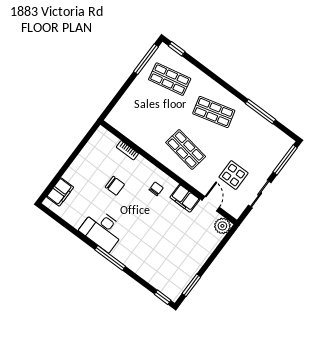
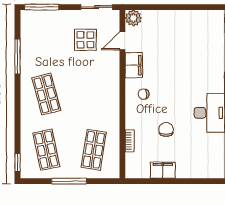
window: (146, 59) -> (69, 181), moved
shop shelf: (186, 149) -> (94, 150), moved
filing cabinet: (60, 192) -> (163, 170), moved
sliding door: (260, 194) -> (97, 7), moved
window: (191, 285) -> (200, 7), removed

